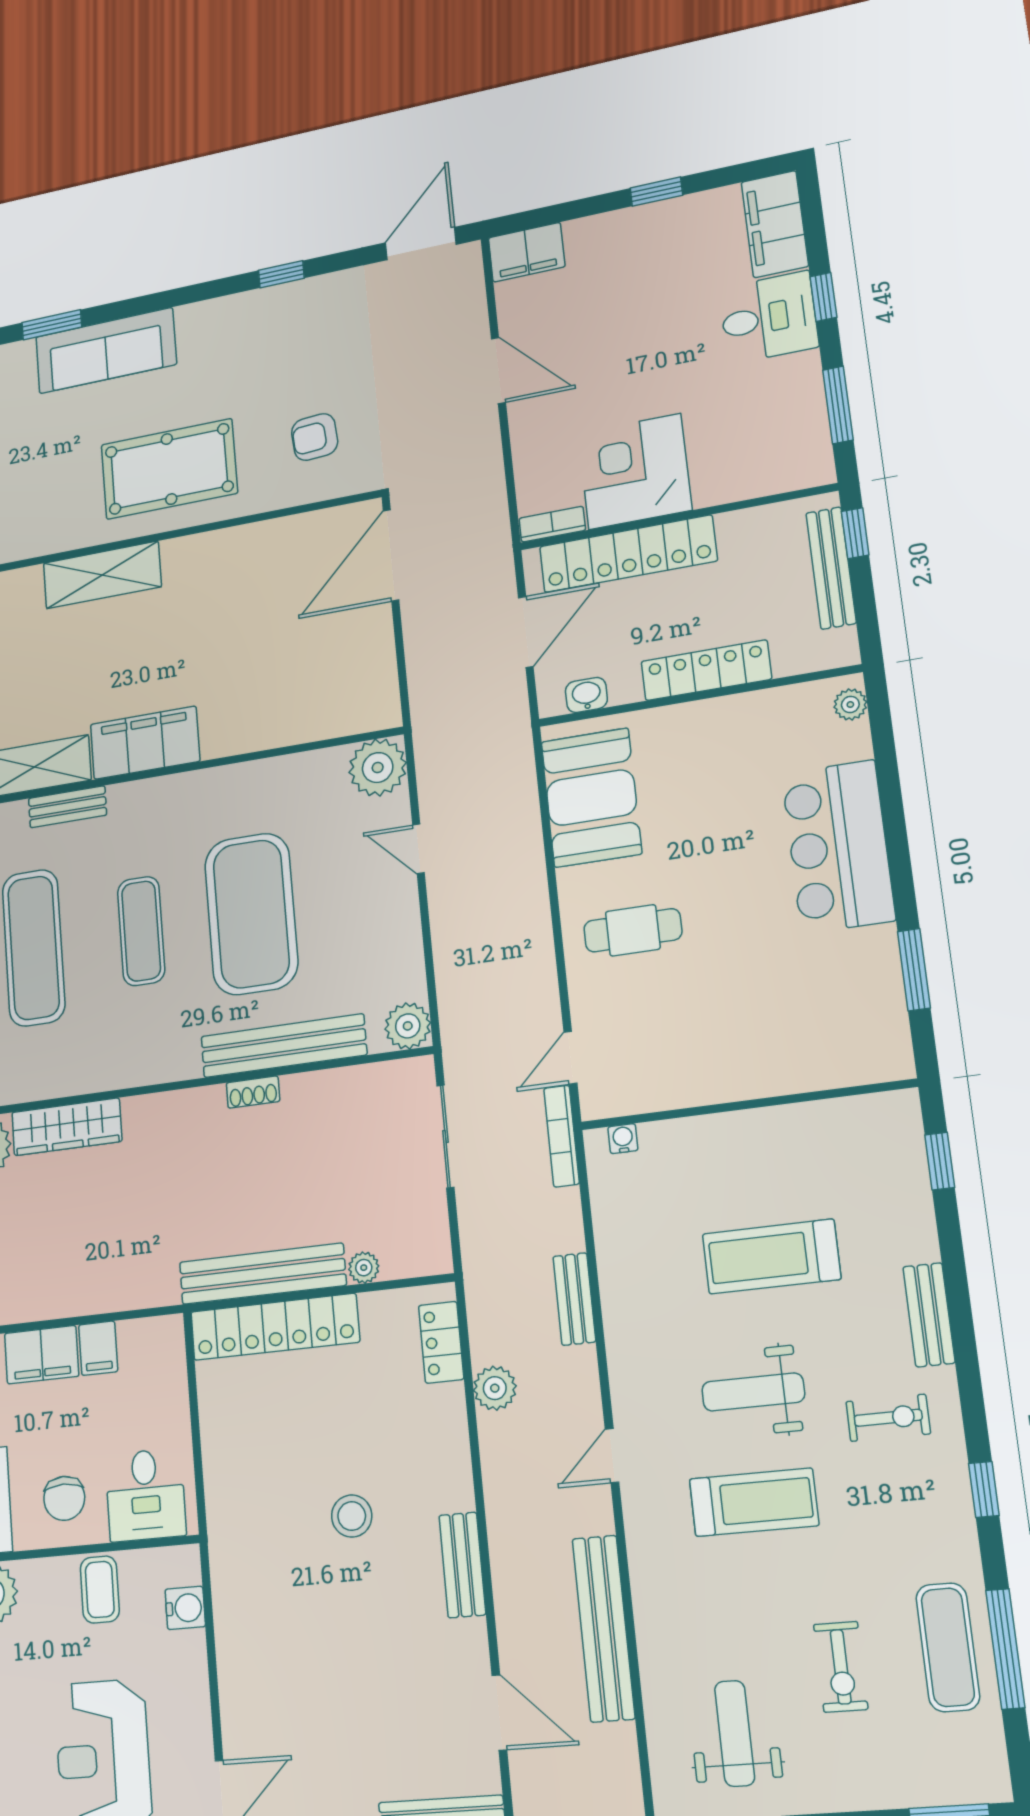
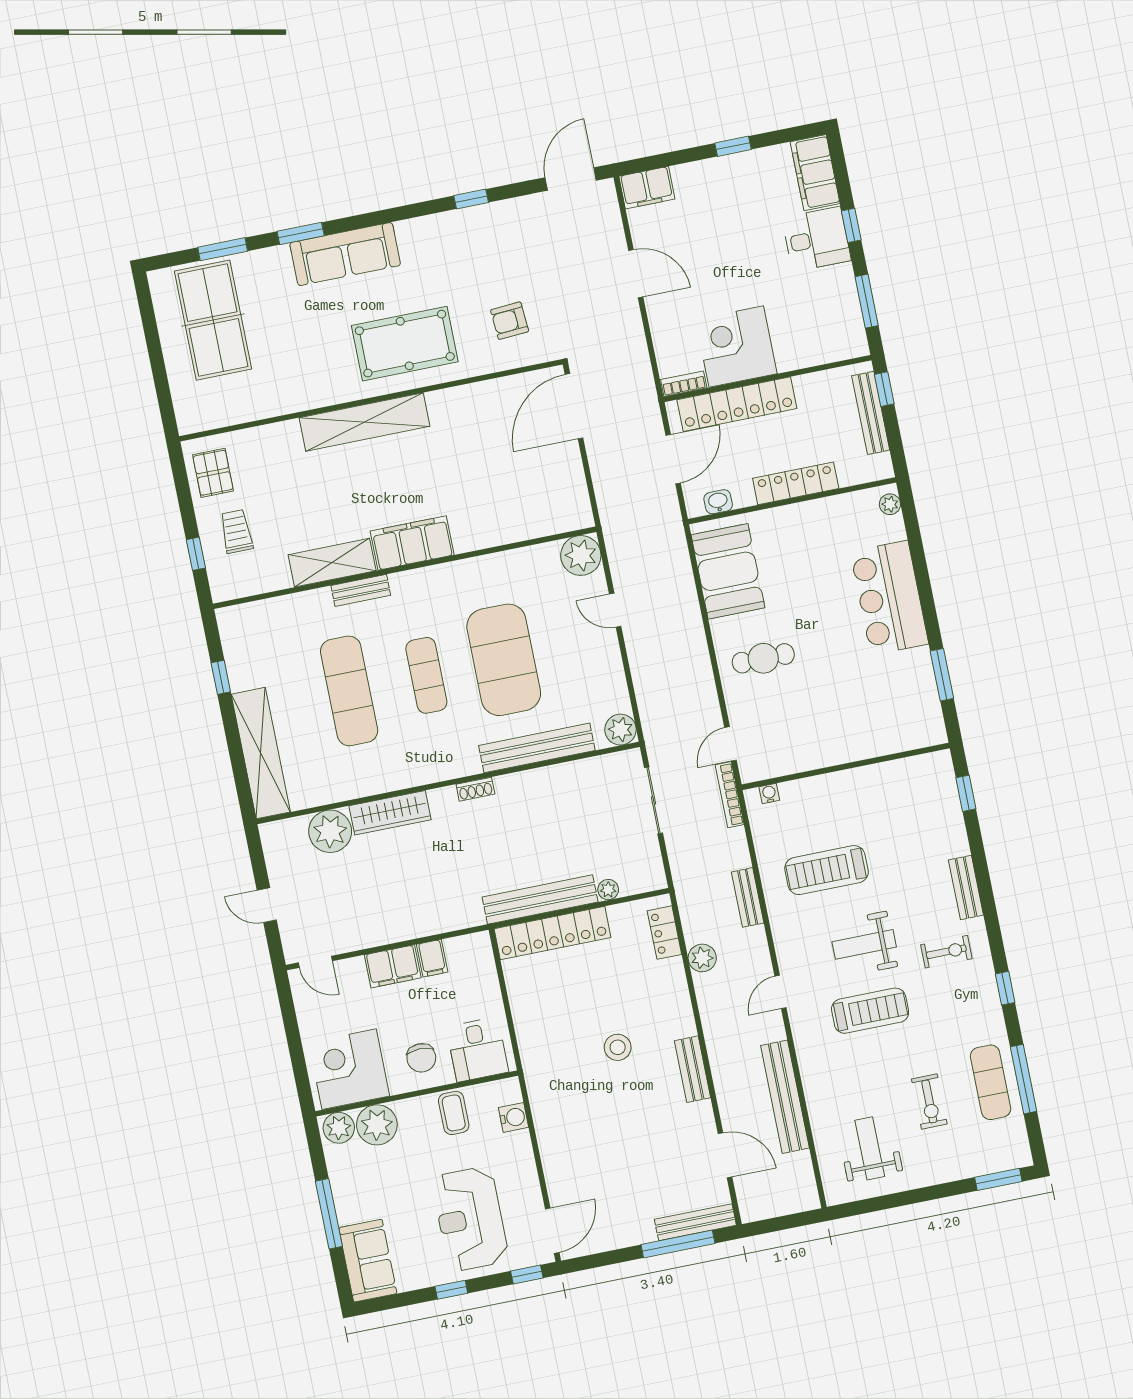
shelving: (102, 575) -> (364, 422), width x1.47
shoe rack: (253, 1092) -> (475, 789), moved
treadmill: (771, 1257) -> (827, 870), moved

